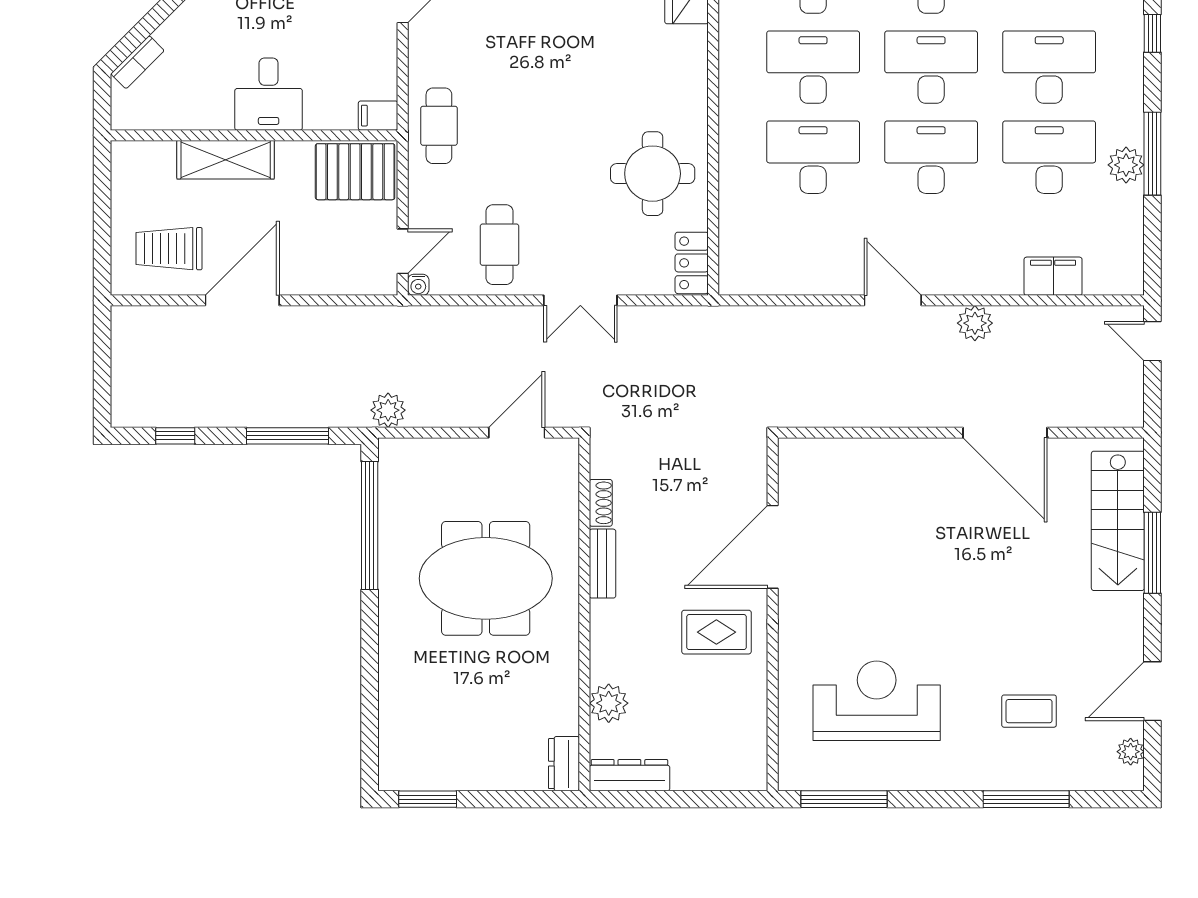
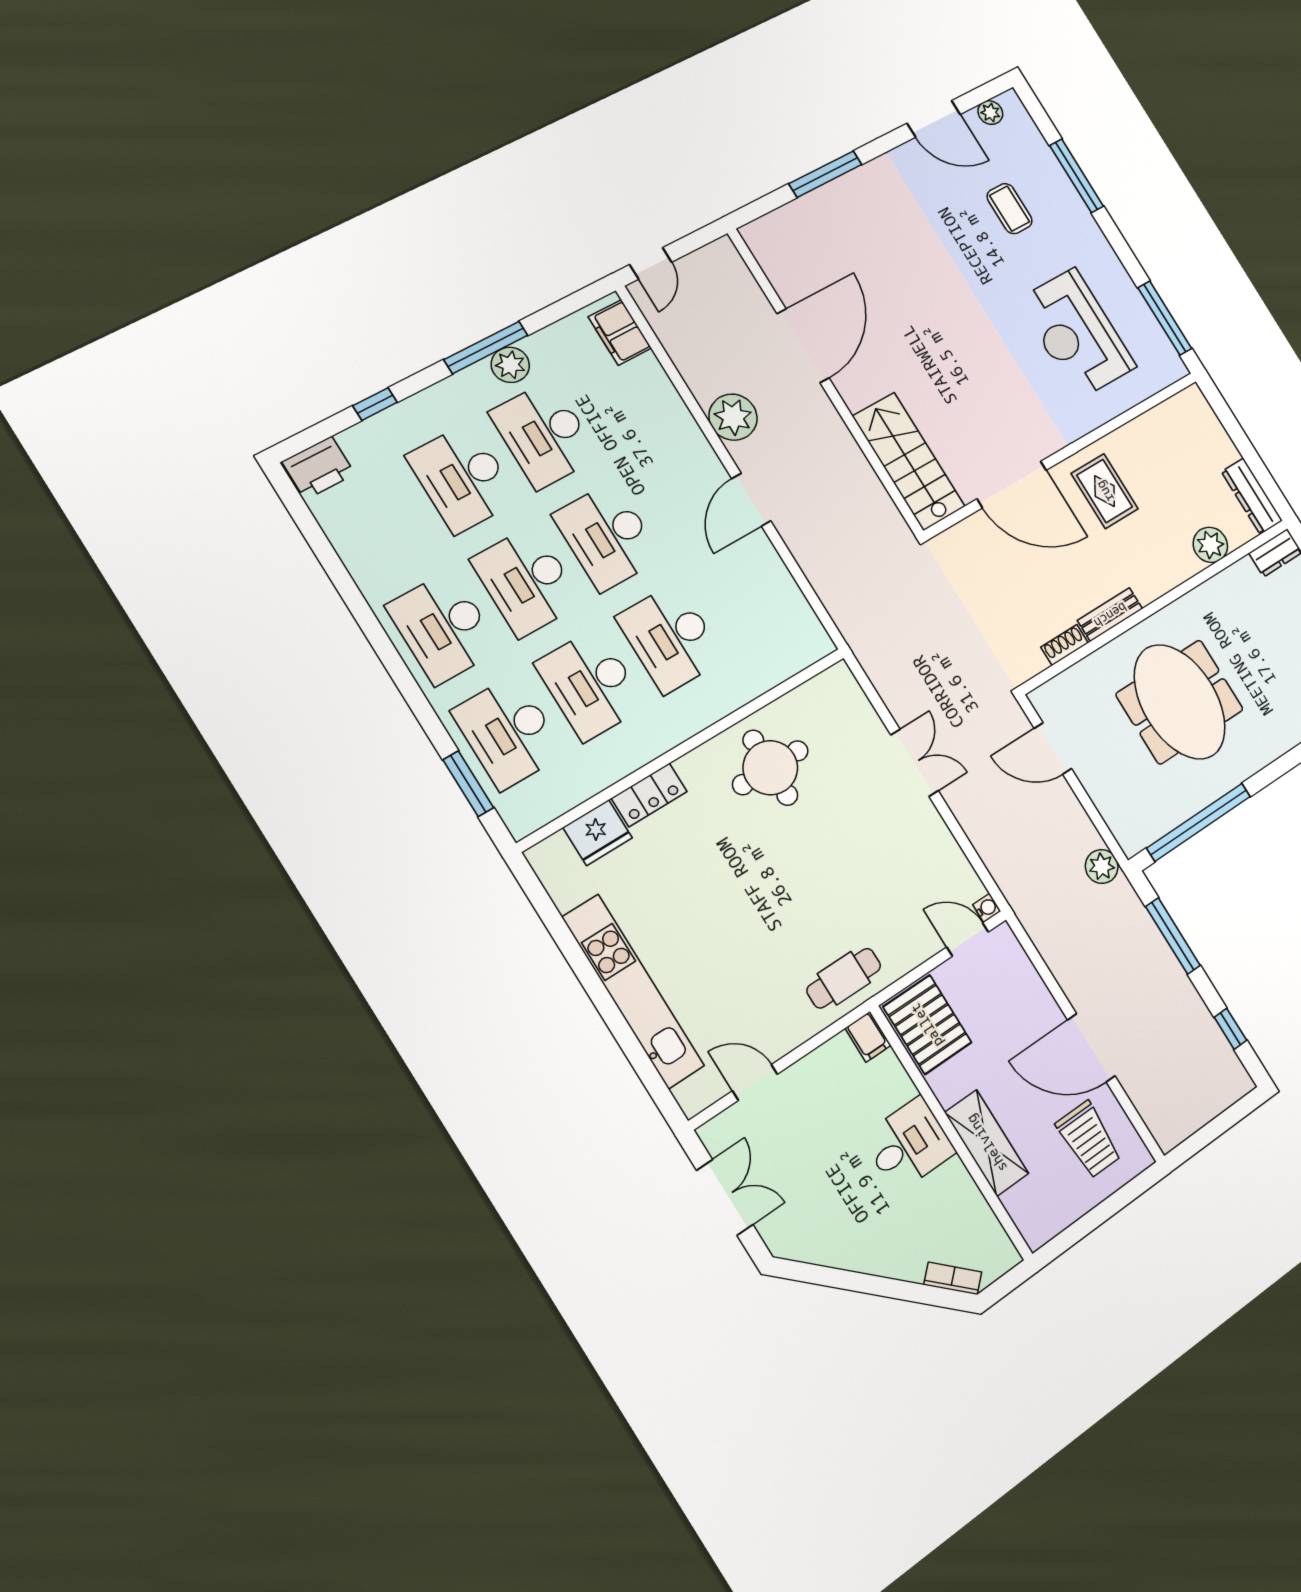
cafe table: (499, 245) -> (911, 861), removed
locker: (692, 263) -> (649, 795), moved
filing cabinet: (1053, 276) -> (620, 332), moved
plant: (975, 323) -> (733, 417), width x1.36, depth x1.36
stairs: (1118, 521) -> (909, 461), moved, turned -90

